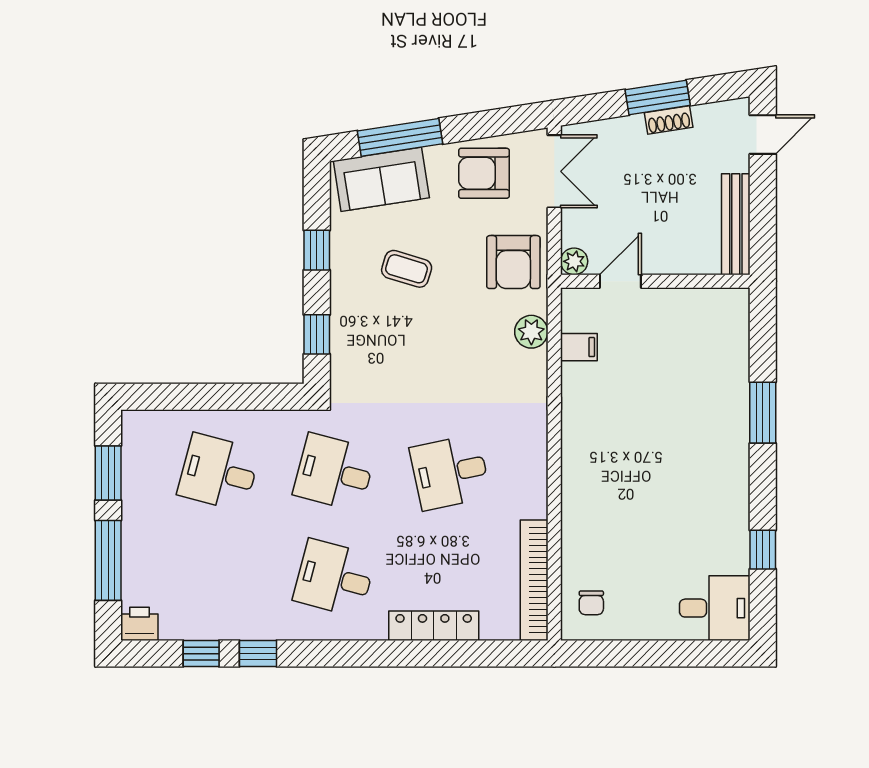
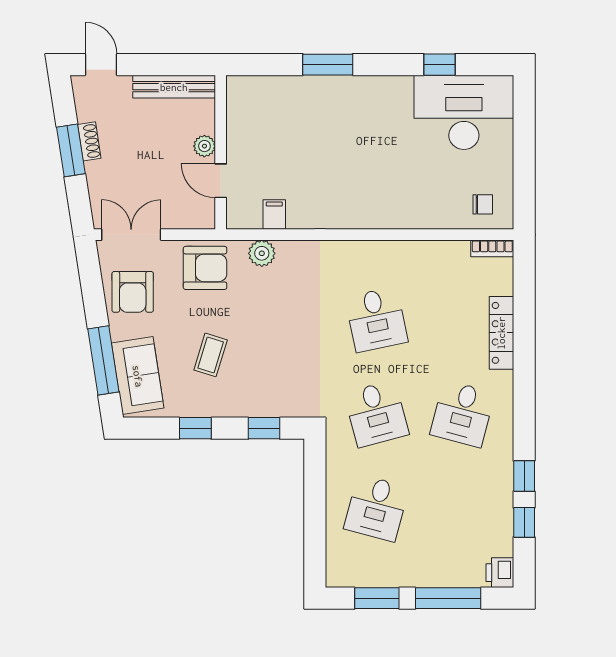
plant: (574, 261) -> (204, 146), moved
desk: (334, 472) -> (376, 414), turned -30
bookcase: (534, 580) -> (492, 248), width x0.43, depth x0.76
desk: (715, 608) -> (464, 112), width x1.87, depth x1.30

